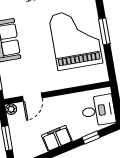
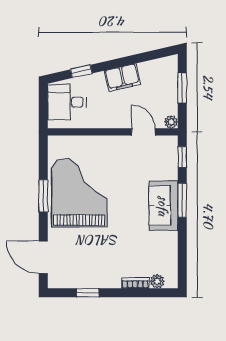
grand piano: (76, 39) -> (79, 193), turned 180
door: (32, 97) -> (143, 132), hinge flipped

